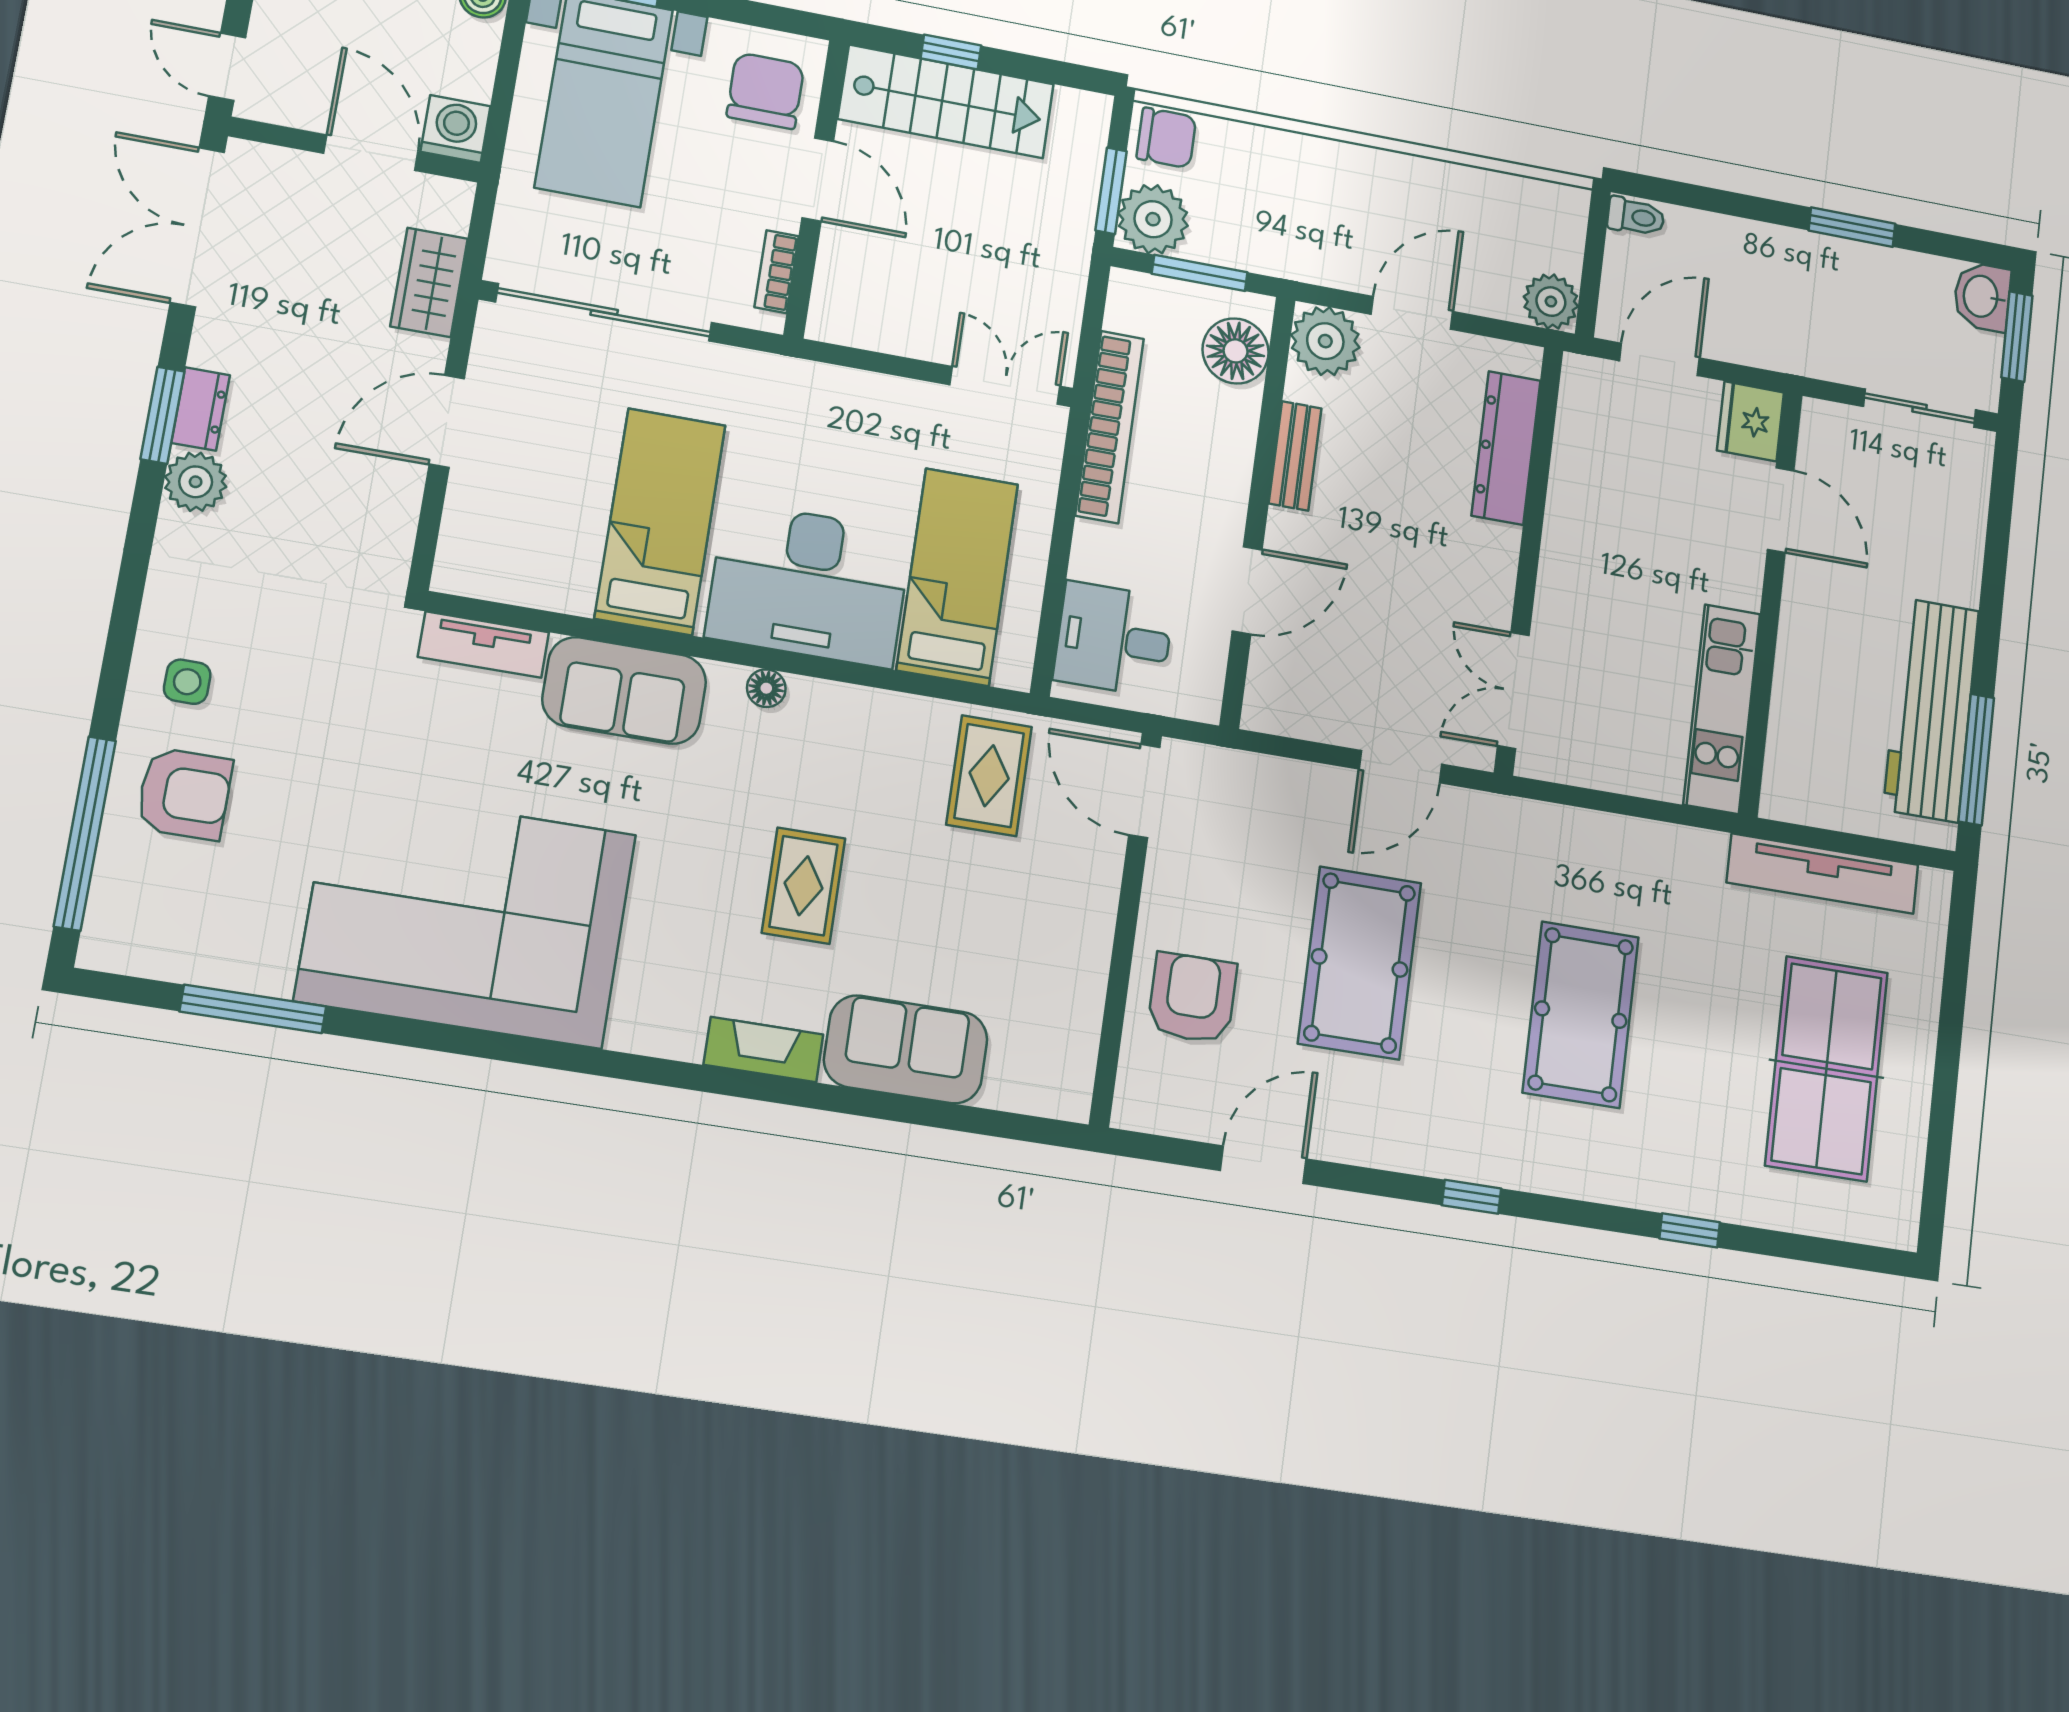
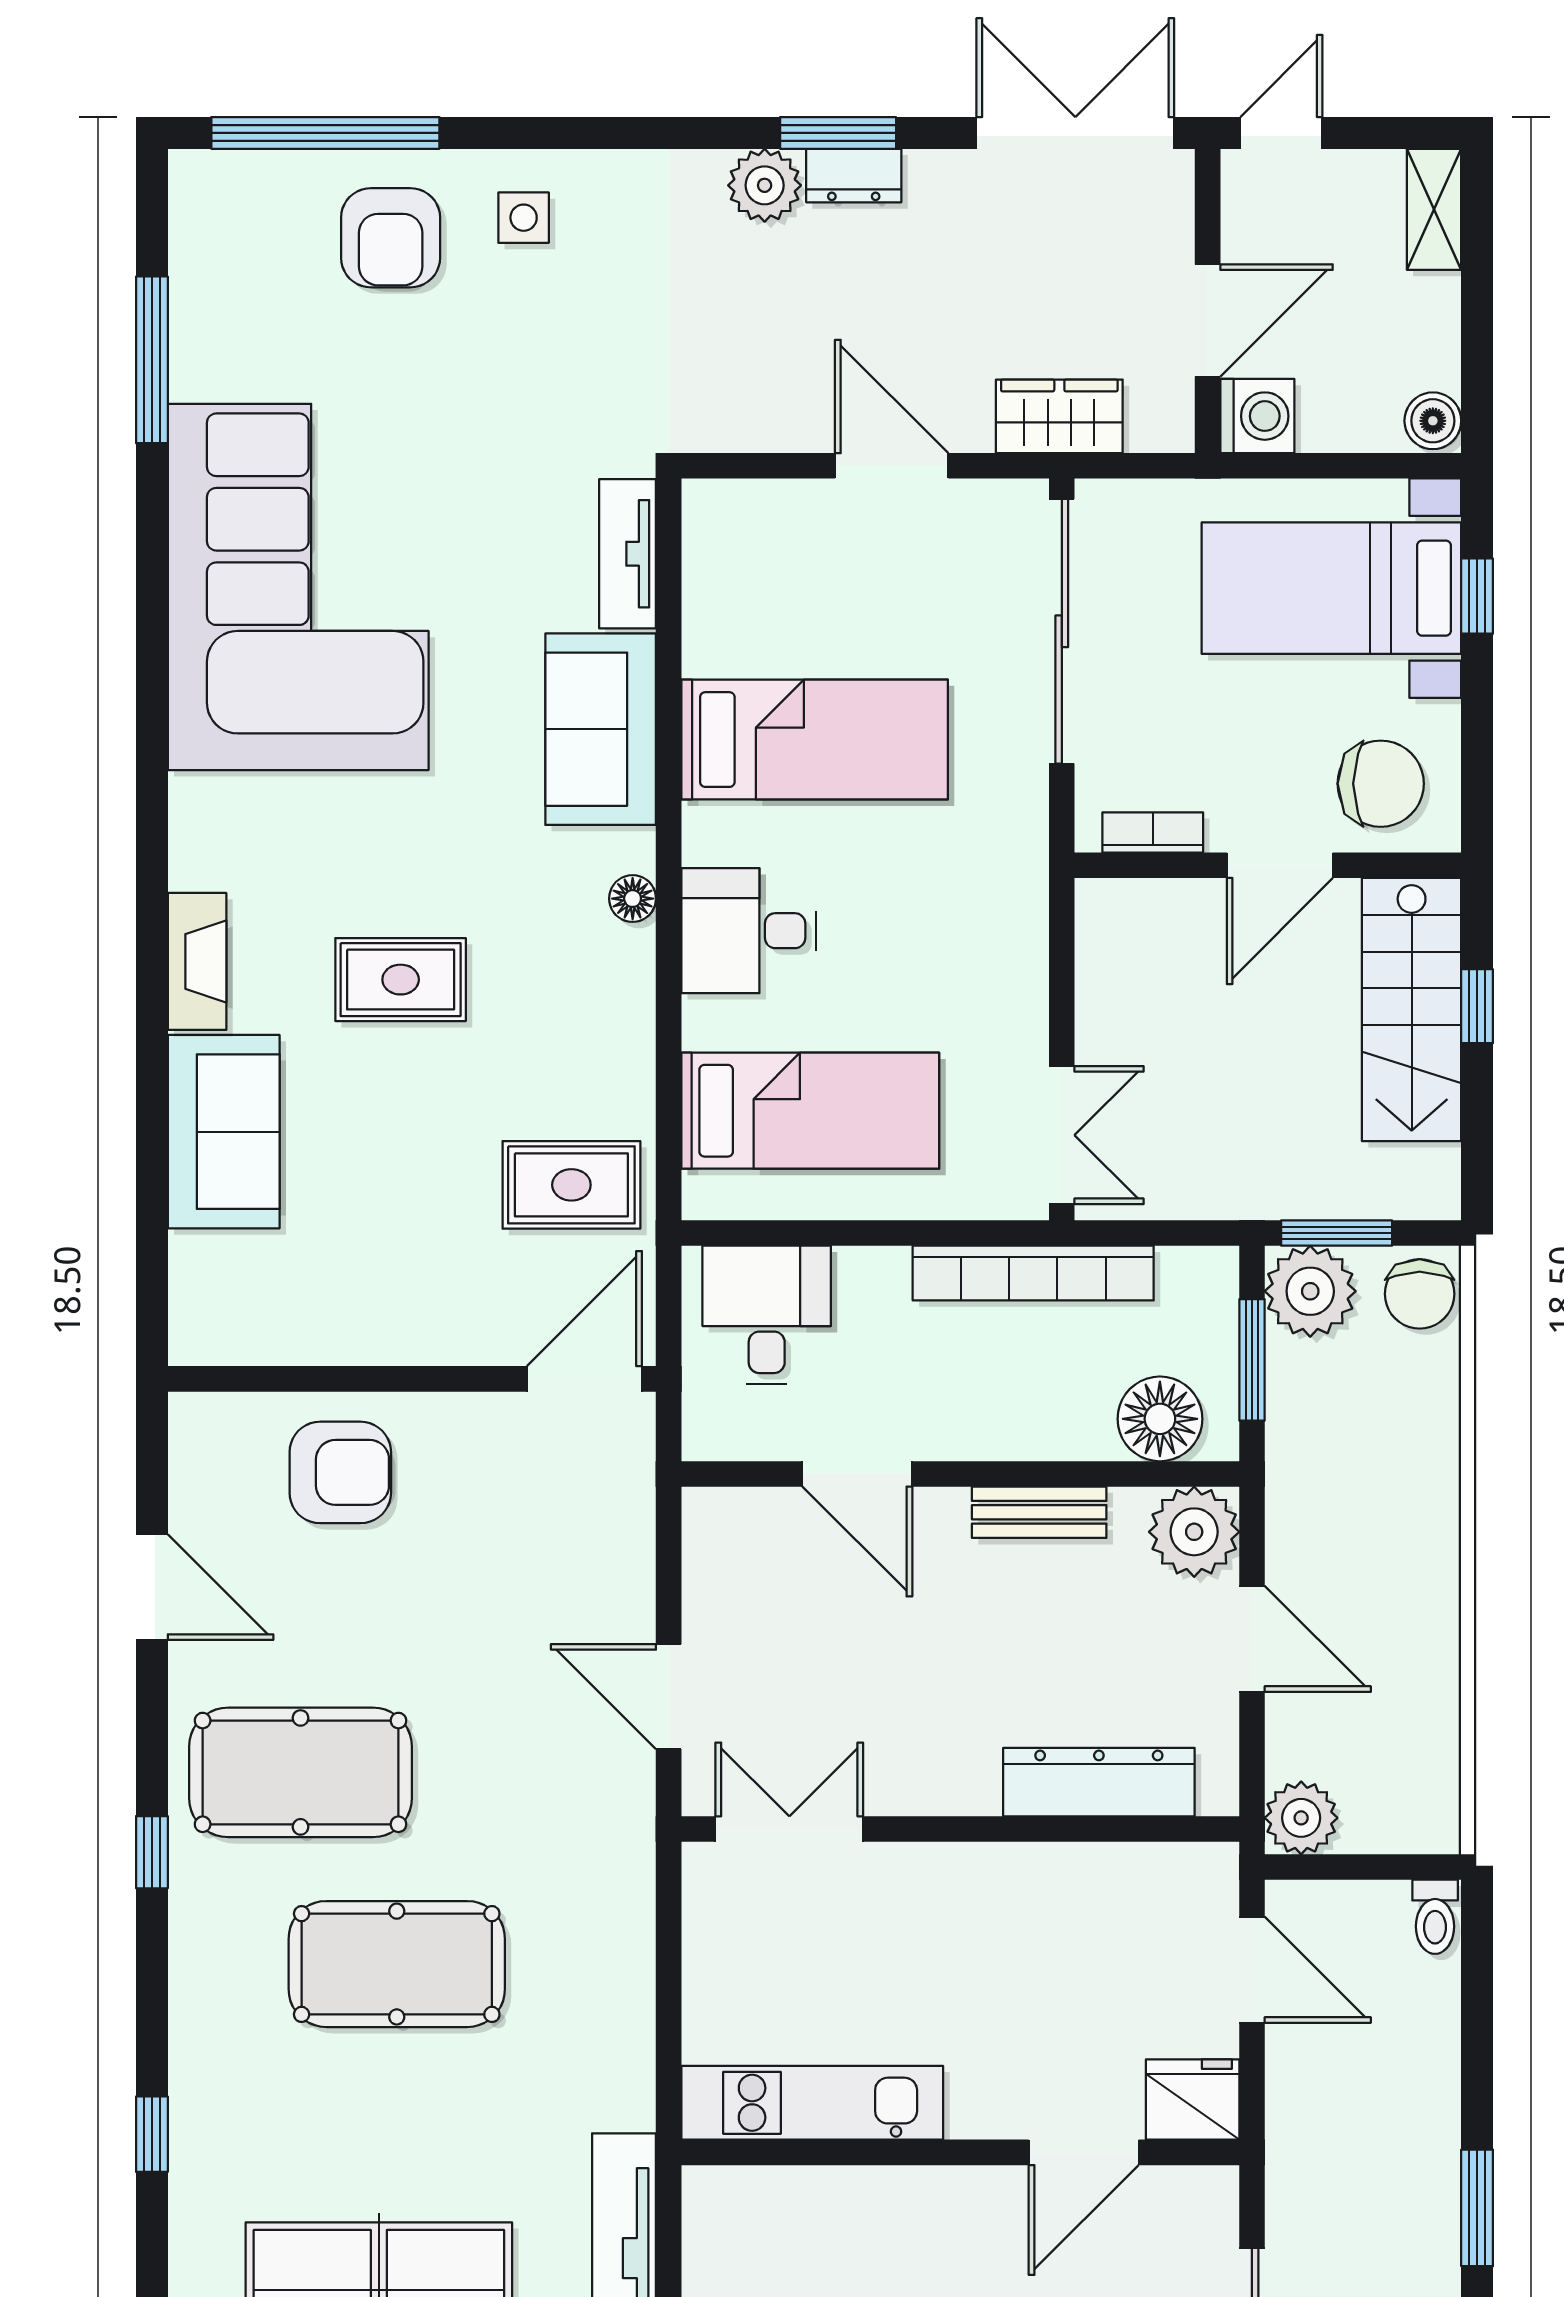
desk: (809, 584) -> (749, 931), width x0.53, depth x0.77
pool table: (1360, 963) -> (301, 1772), moved

